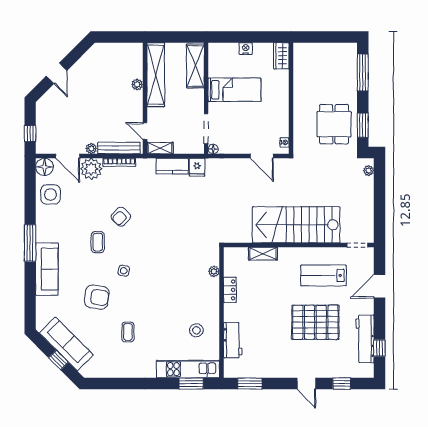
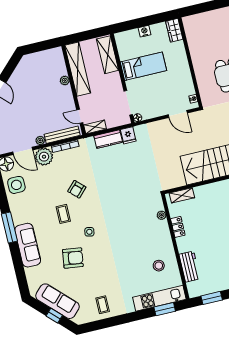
shelving: (263, 254) -> (182, 195), moved
coffee table: (128, 332) -> (103, 305), moved

